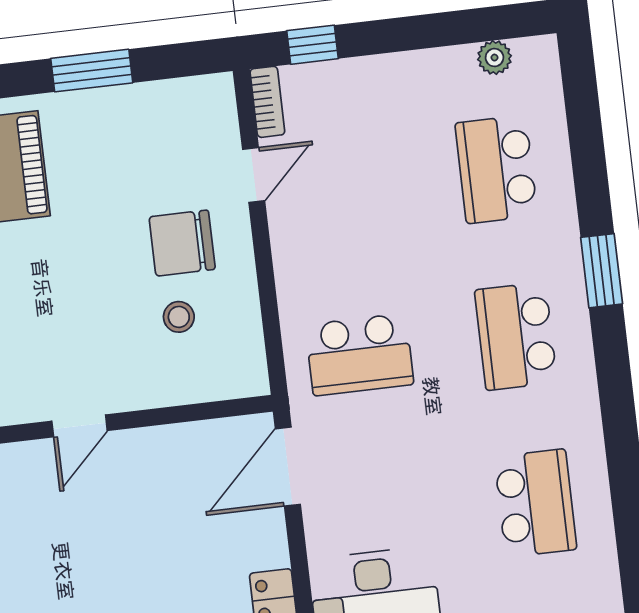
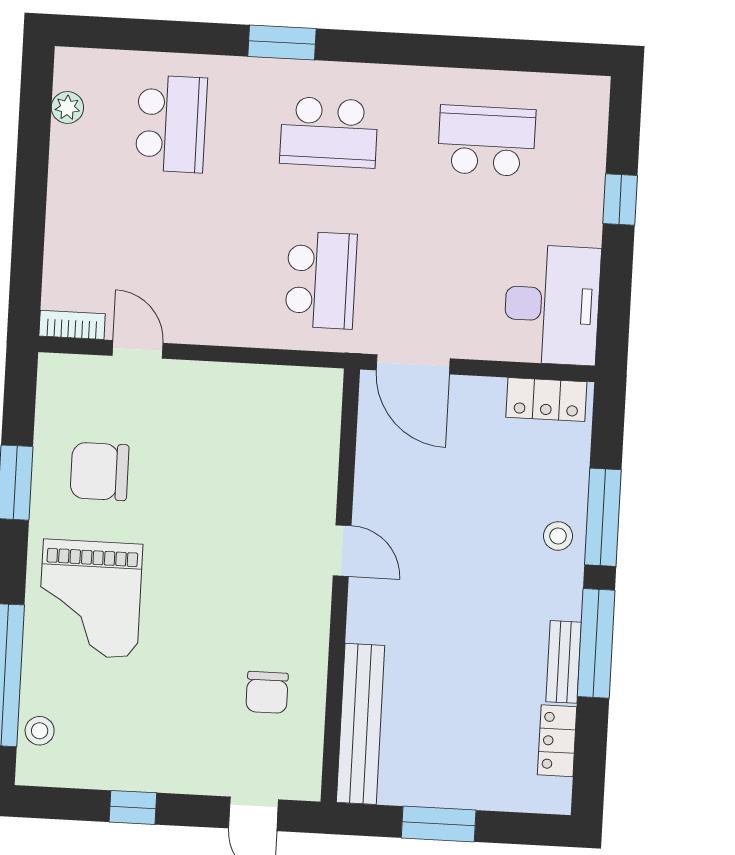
window: (313, 45) -> (26, 274), removed
school desk: (496, 169) -> (171, 124), turned -90
chair: (182, 243) -> (100, 471), moved, turned 90
stool: (179, 317) -> (257, 441), removed

